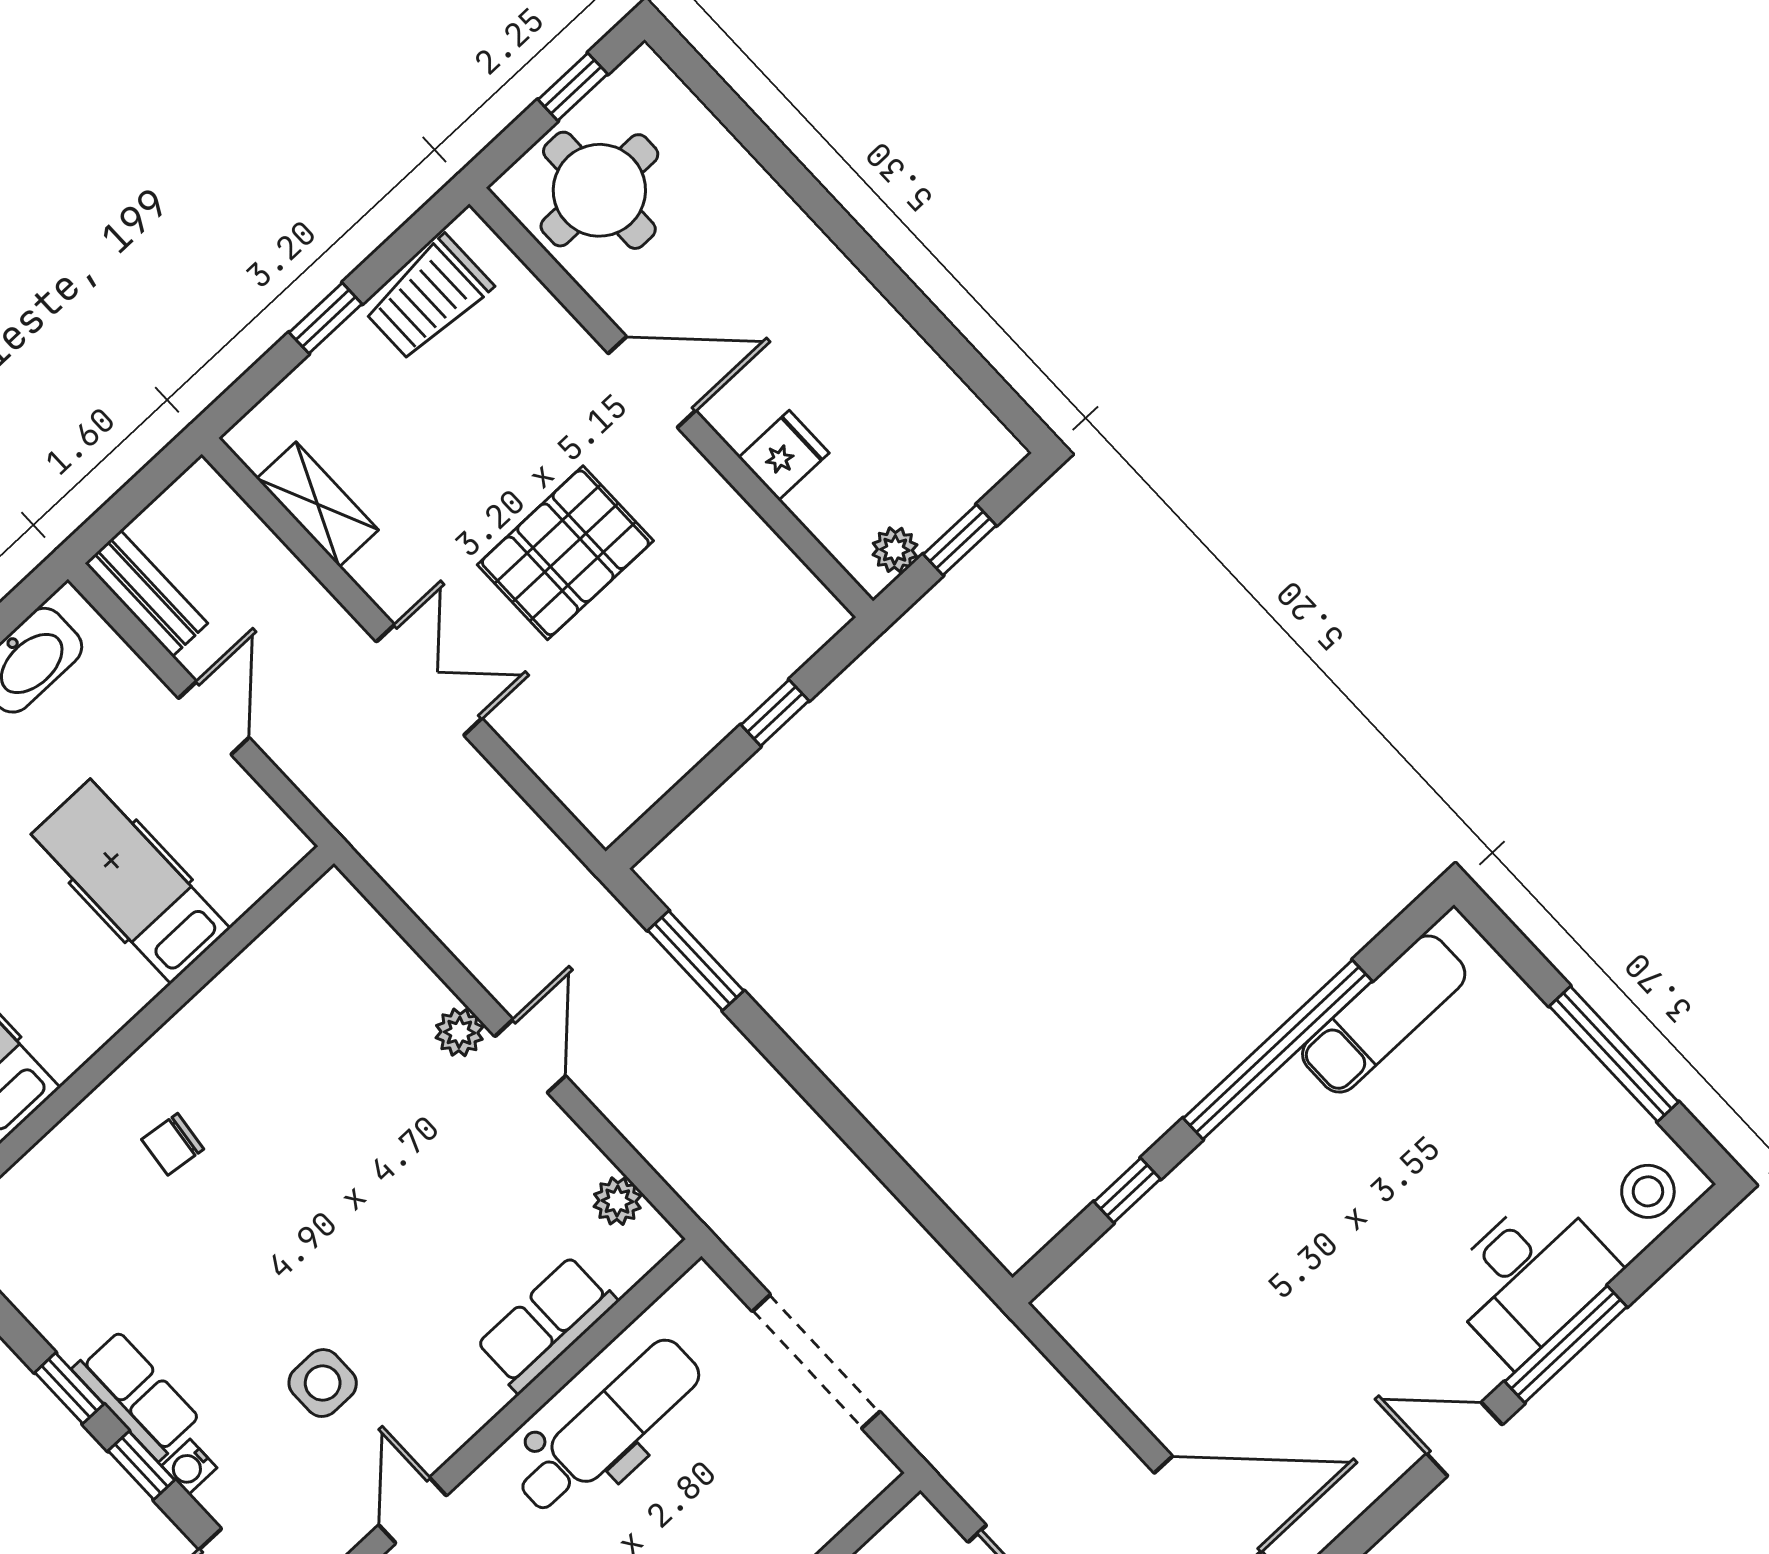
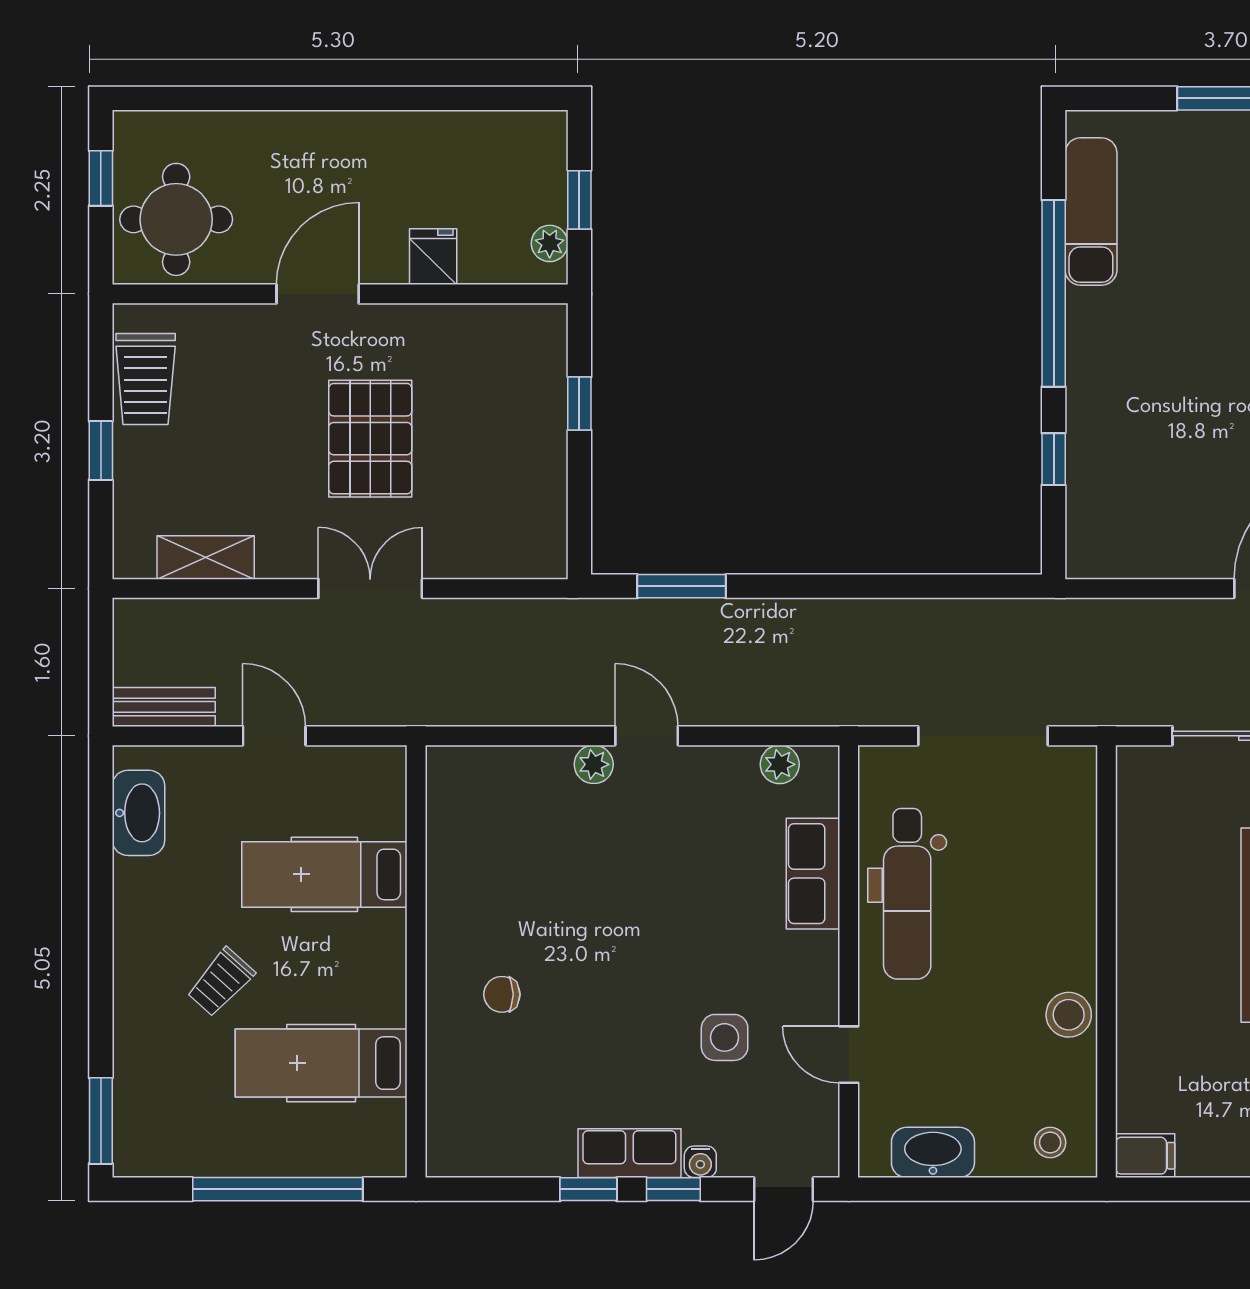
chair: (173, 1144) -> (502, 994), turned 83
dental chair: (608, 1427) -> (907, 894), turned 180

